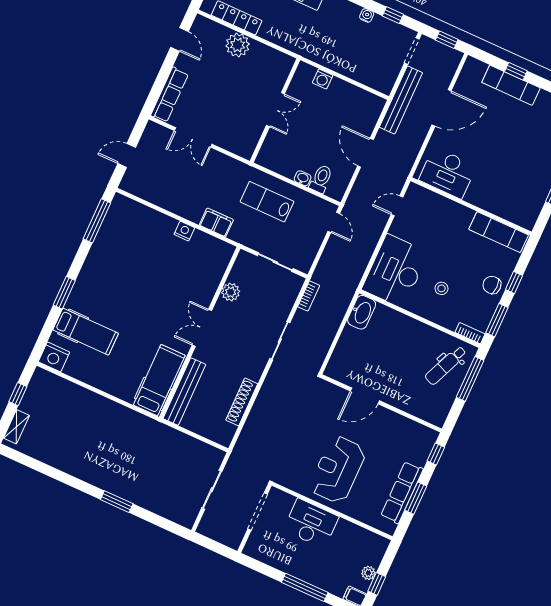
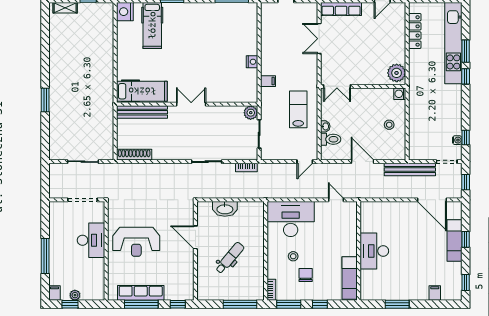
water cooler: (367, 15) -> (457, 140), moved
plant: (238, 45) -> (397, 73), moved
washing machine: (323, 79) -> (400, 94), moved
stool: (336, 100) -> (389, 125), added
door: (442, 108) -> (432, 200), moved
double door: (275, 110) -> (337, 86), moved
door: (365, 153) -> (362, 162), hinge flipped
desk: (448, 173) -> (374, 251), moved
filing cabinet: (216, 222) -> (268, 81), width x0.50
chair: (492, 285) -> (306, 275), moved
plant: (231, 292) -> (251, 113), moved
washbasin: (362, 312) -> (225, 209), moved
dental chair: (446, 365) -> (230, 258), moved, turned 107
shoe rack: (242, 402) -> (134, 155), moved
reception desk: (338, 470) -> (136, 242), turned 180
window: (416, 498) -> (141, 304), width x1.44

